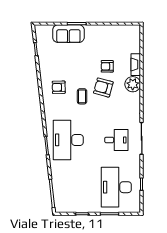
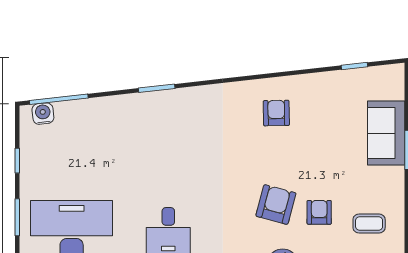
coffee table: (82, 96) -> (369, 223), moved
desk: (68, 140) -> (168, 133), removed
water cooler: (59, 201) -> (43, 114), added

